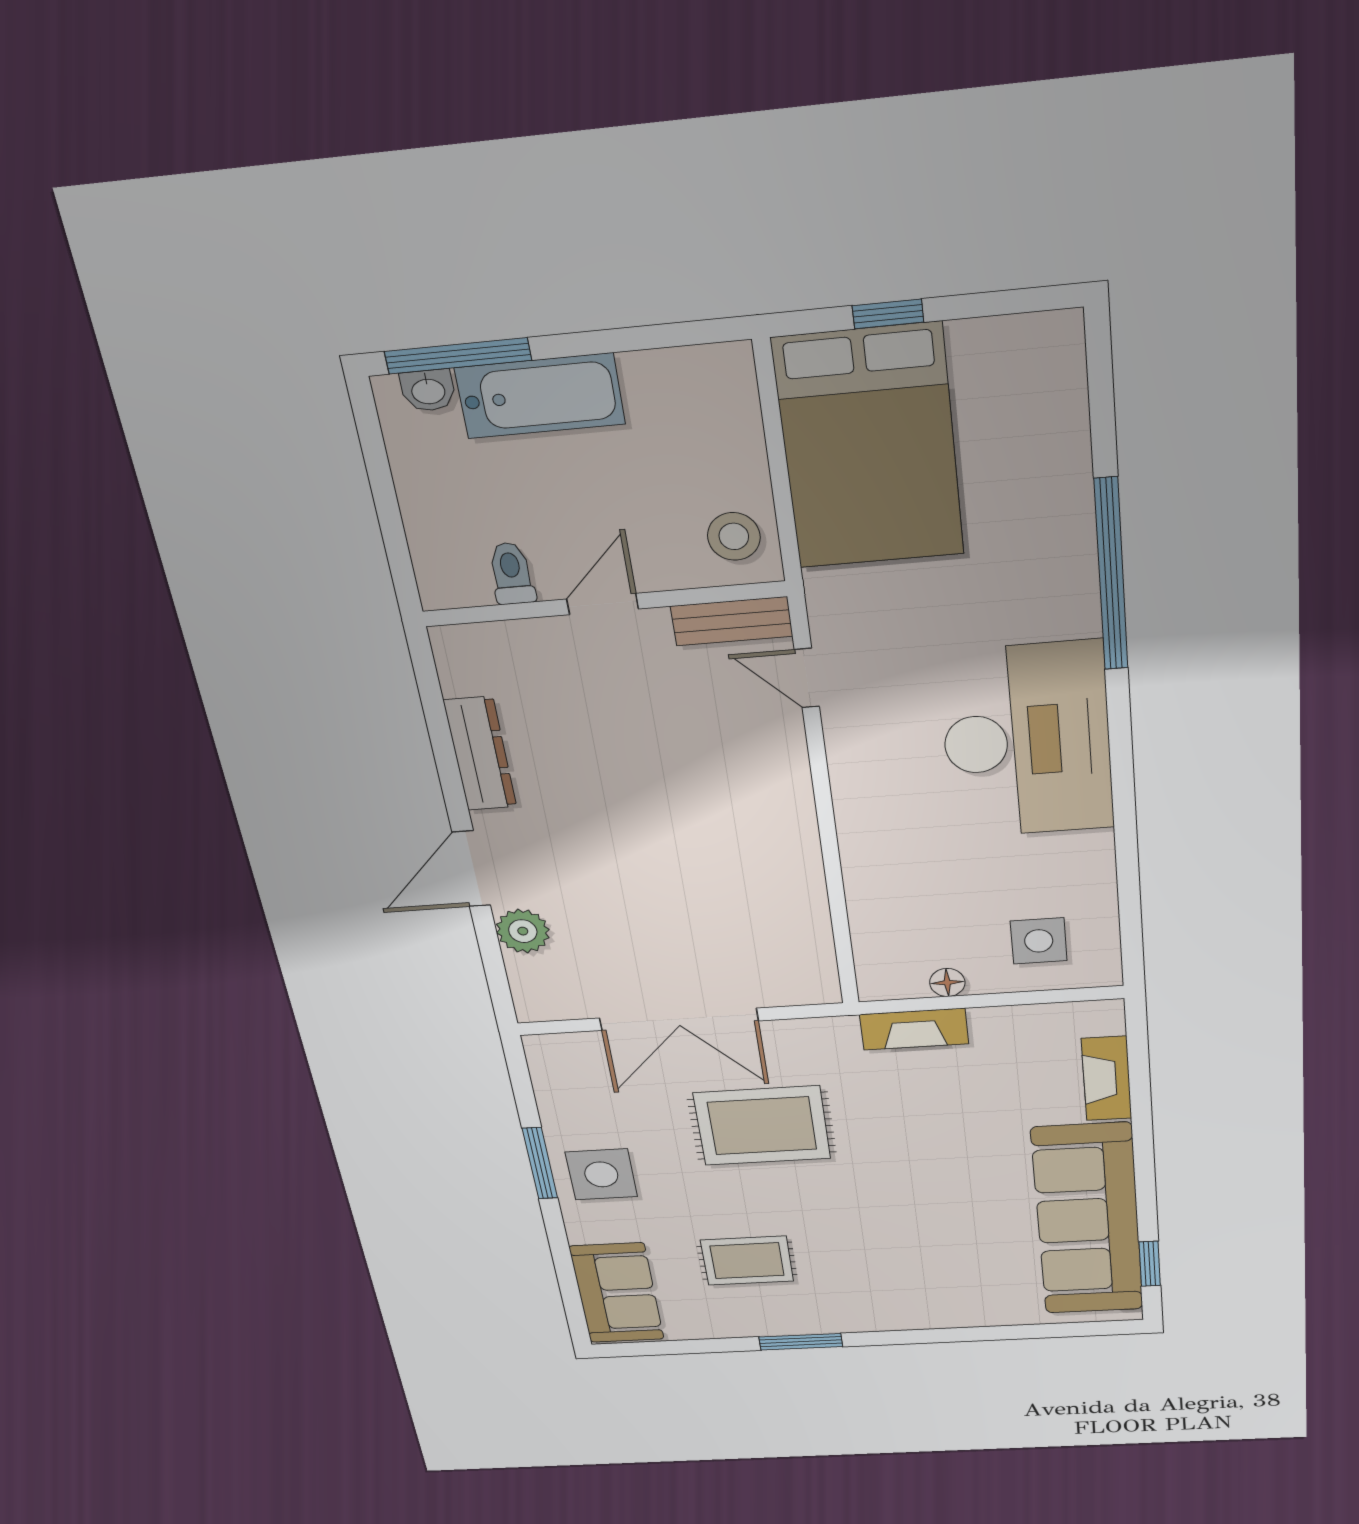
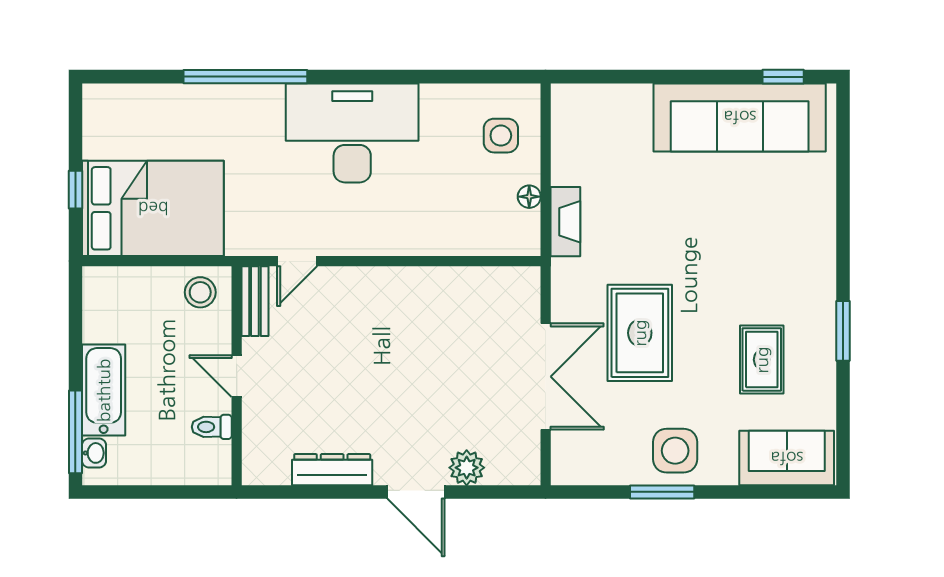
fireplace: (1107, 1079) -> (616, 98), removed

